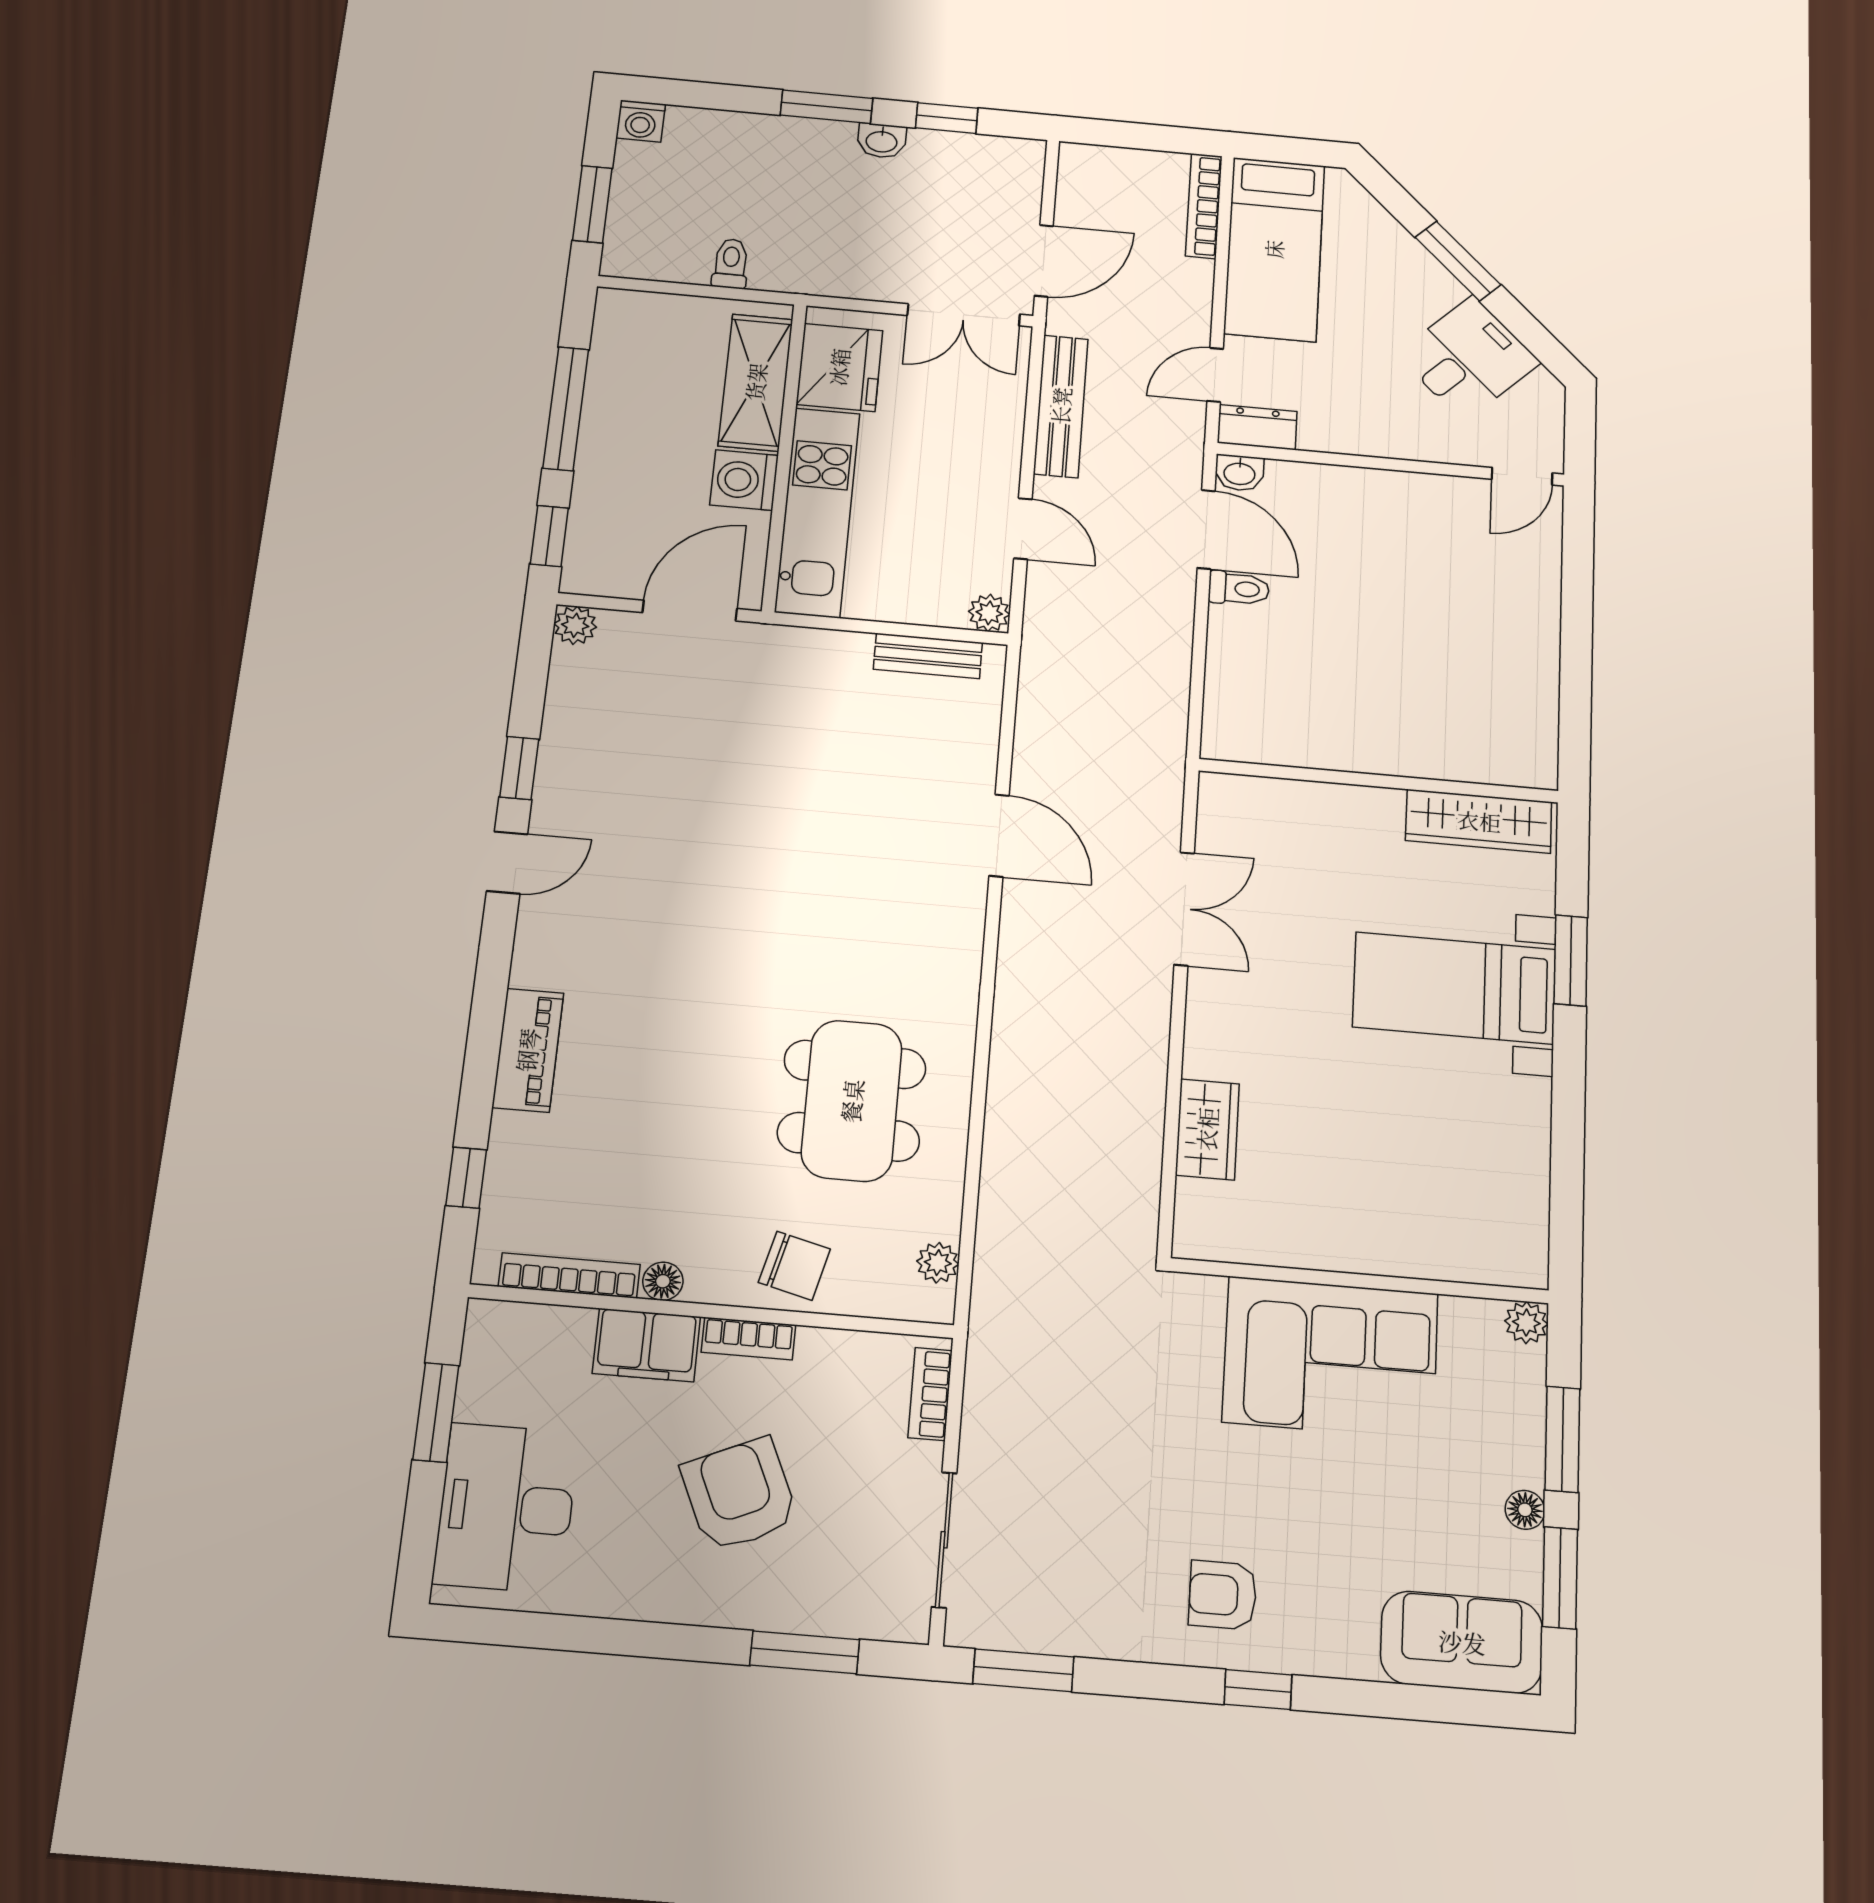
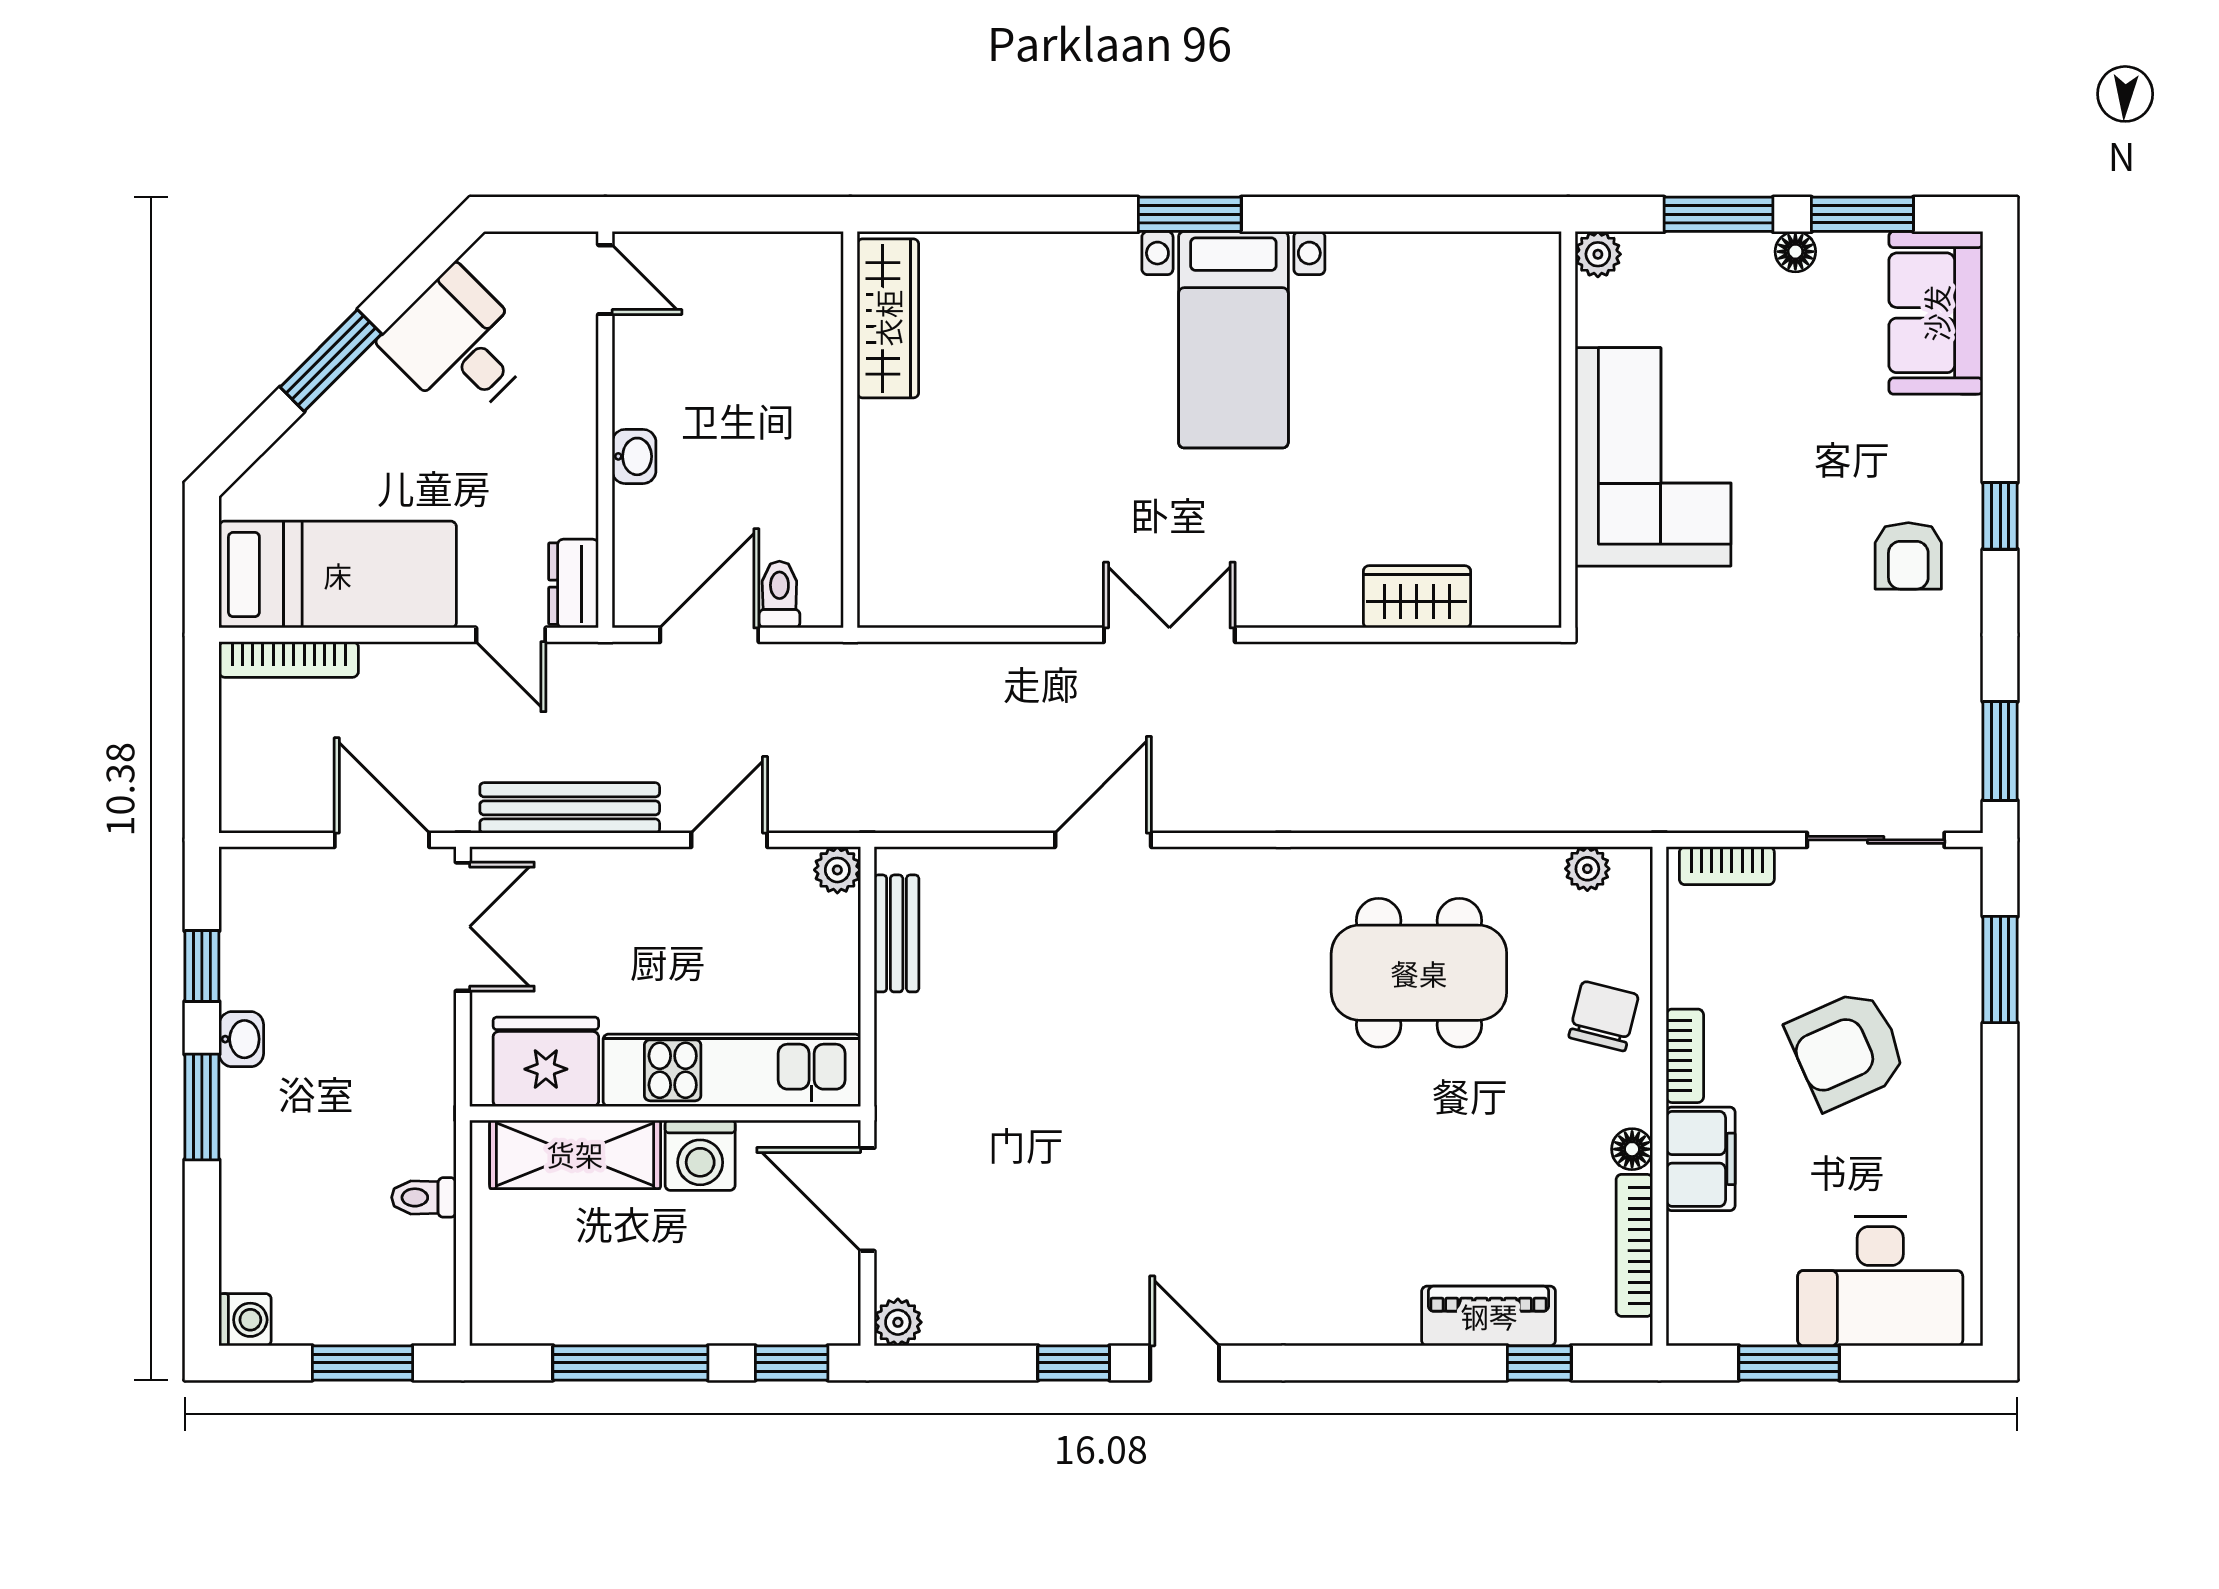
washbasin: (1239, 473) -> (634, 456), moved
wall: (1379, 781) -> (850, 430), moved
wardrobe: (1479, 821) -> (888, 318), moved
piano: (528, 1050) -> (1489, 1316), moved

